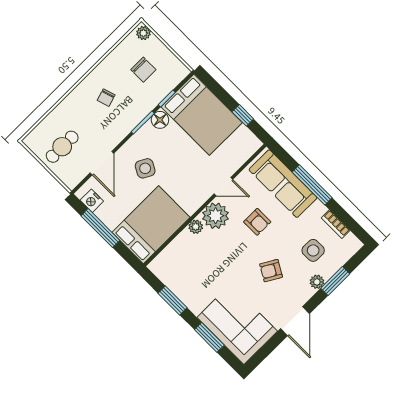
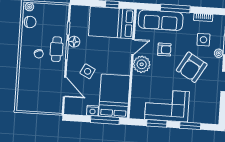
chair: (143, 70) -> (30, 22), moved
bed: (202, 115) -> (112, 23), moved, turned 180
cafe table: (62, 147) -> (57, 49), moved
nightstand: (92, 201) -> (93, 111), moved
plant: (196, 227) -> (137, 78), removed
window: (100, 228) -> (105, 120), moved
armchair: (271, 271) -> (192, 67), width x1.88, depth x1.88
corner sofa: (237, 324) -> (167, 105), moved

